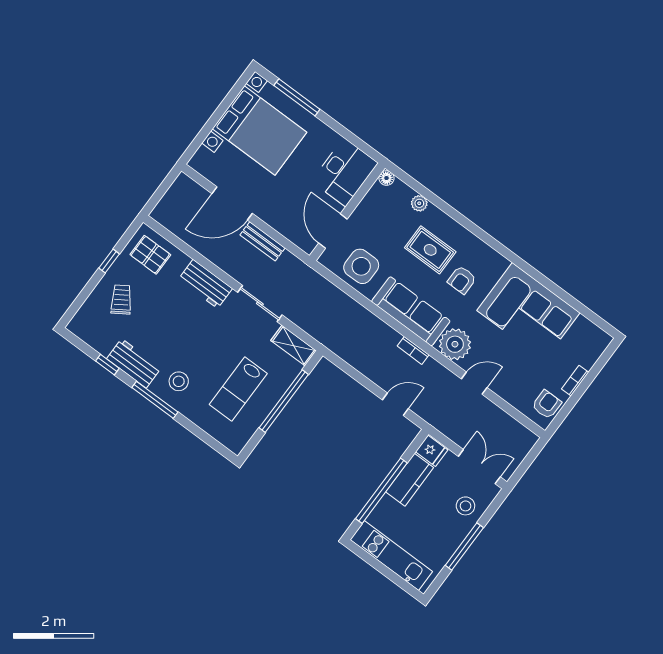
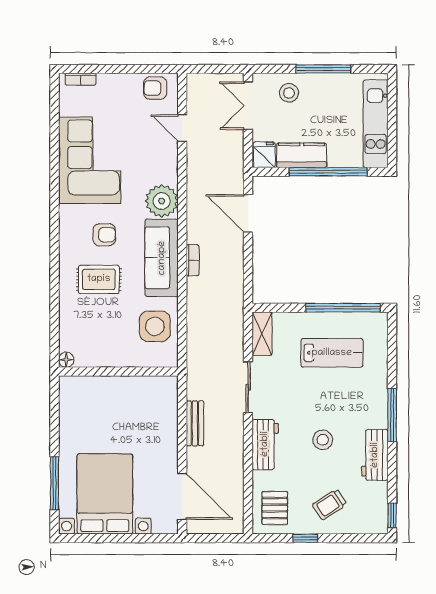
desk: (345, 172) -> (87, 398), removed
door: (232, 203) -> (182, 496), moved
plant: (419, 203) -> (67, 317), removed
door: (333, 231) -> (143, 371), removed
rug: (430, 250) -> (99, 279), turned 90
bookcase: (413, 350) -> (193, 260), moved
window: (107, 365) -> (392, 516), moved
stool: (179, 381) -> (323, 440), moved
bookcase: (575, 381) -> (81, 79), moved
door: (474, 383) -> (182, 128), moved
window: (284, 401) -> (343, 308), moved
door: (395, 404) -> (248, 213), width x1.38

